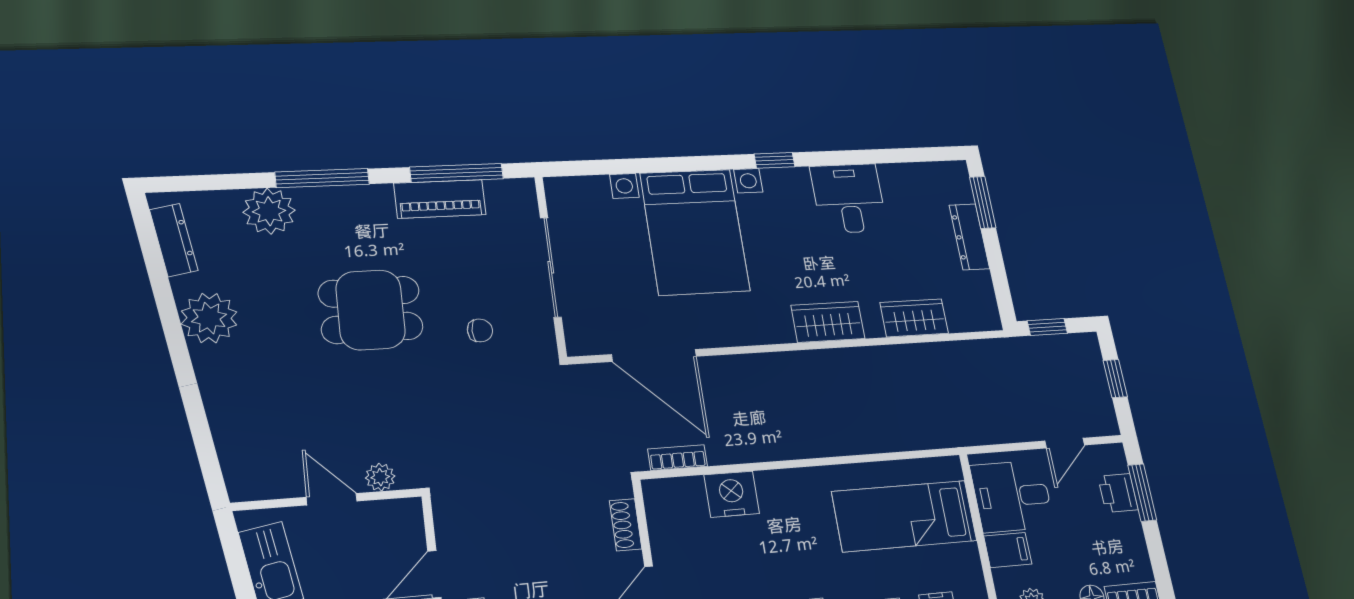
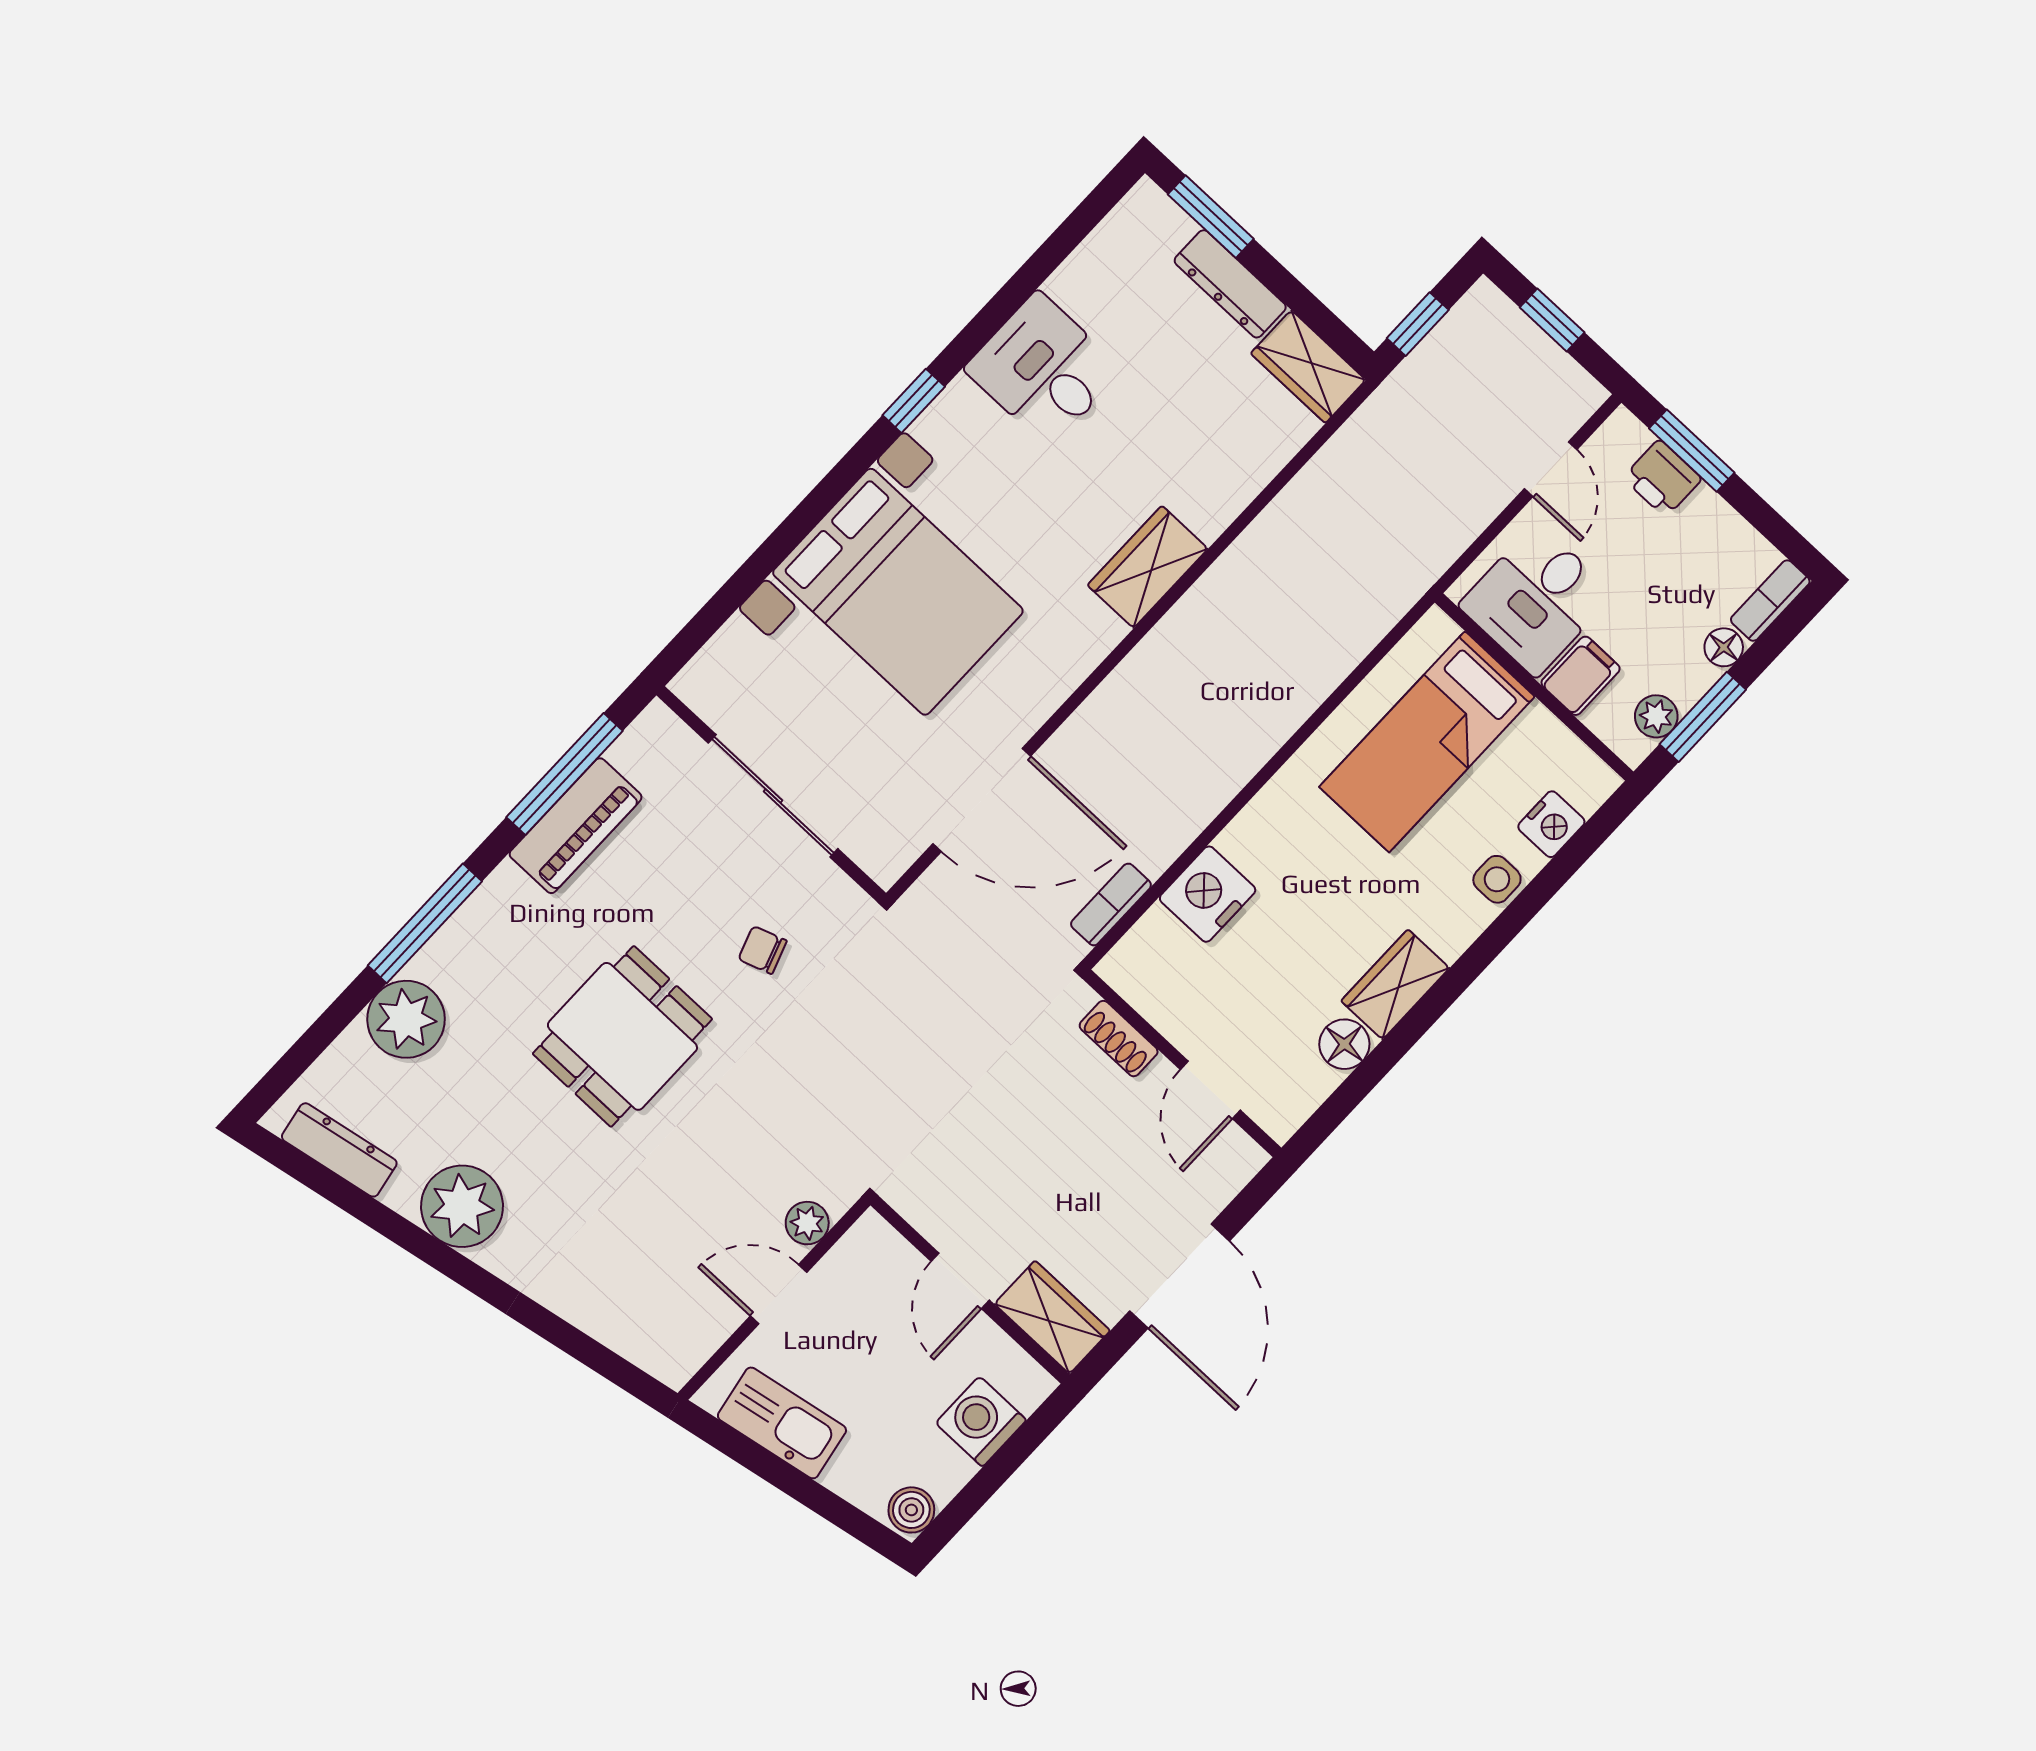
wardrobe: (914, 318) -> (1308, 367), moved, turned -90
chair: (480, 330) -> (763, 950), turned -109

